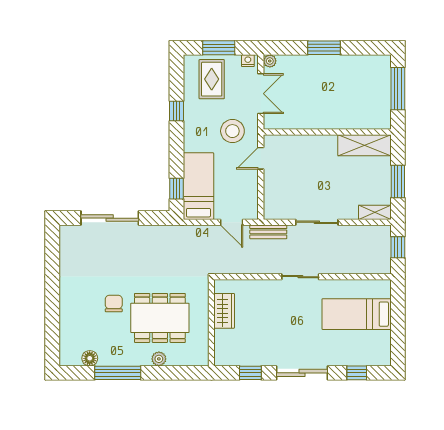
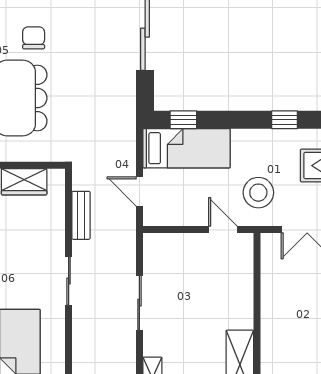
door: (232, 222) -> (139, 191), hinge flipped
bench: (268, 232) -> (81, 215), moved
chair: (114, 304) -> (34, 38), turned -90

